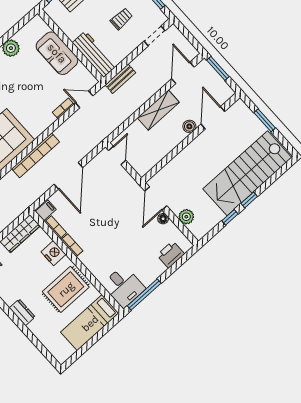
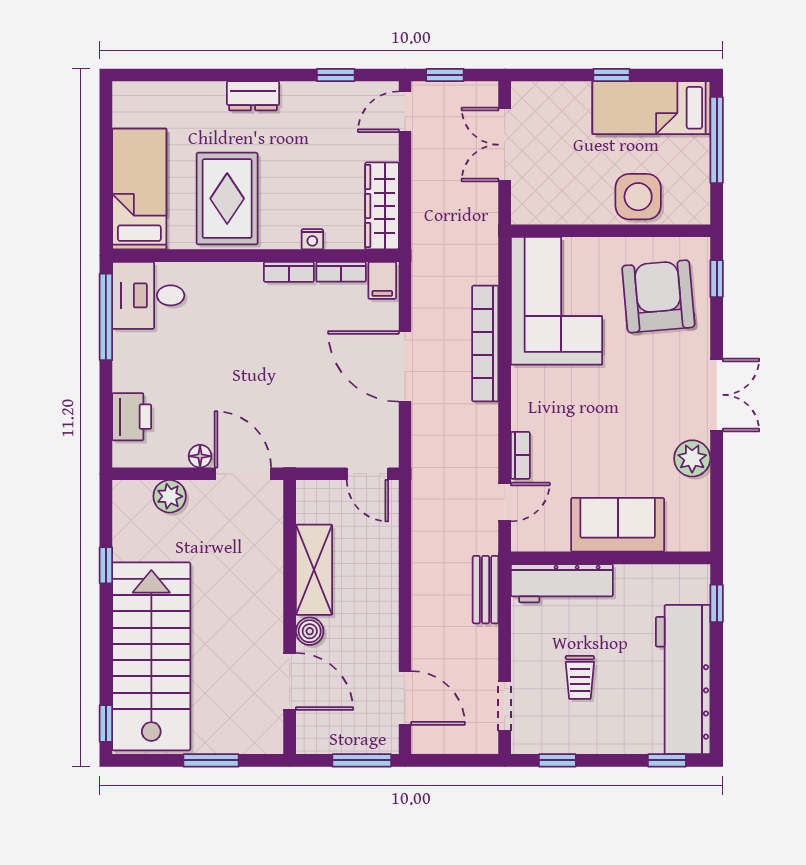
shelving: (158, 110) -> (314, 570), moved
window: (249, 200) -> (106, 723), moved
nightstand: (53, 253) -> (312, 239), width x0.53, depth x0.56

